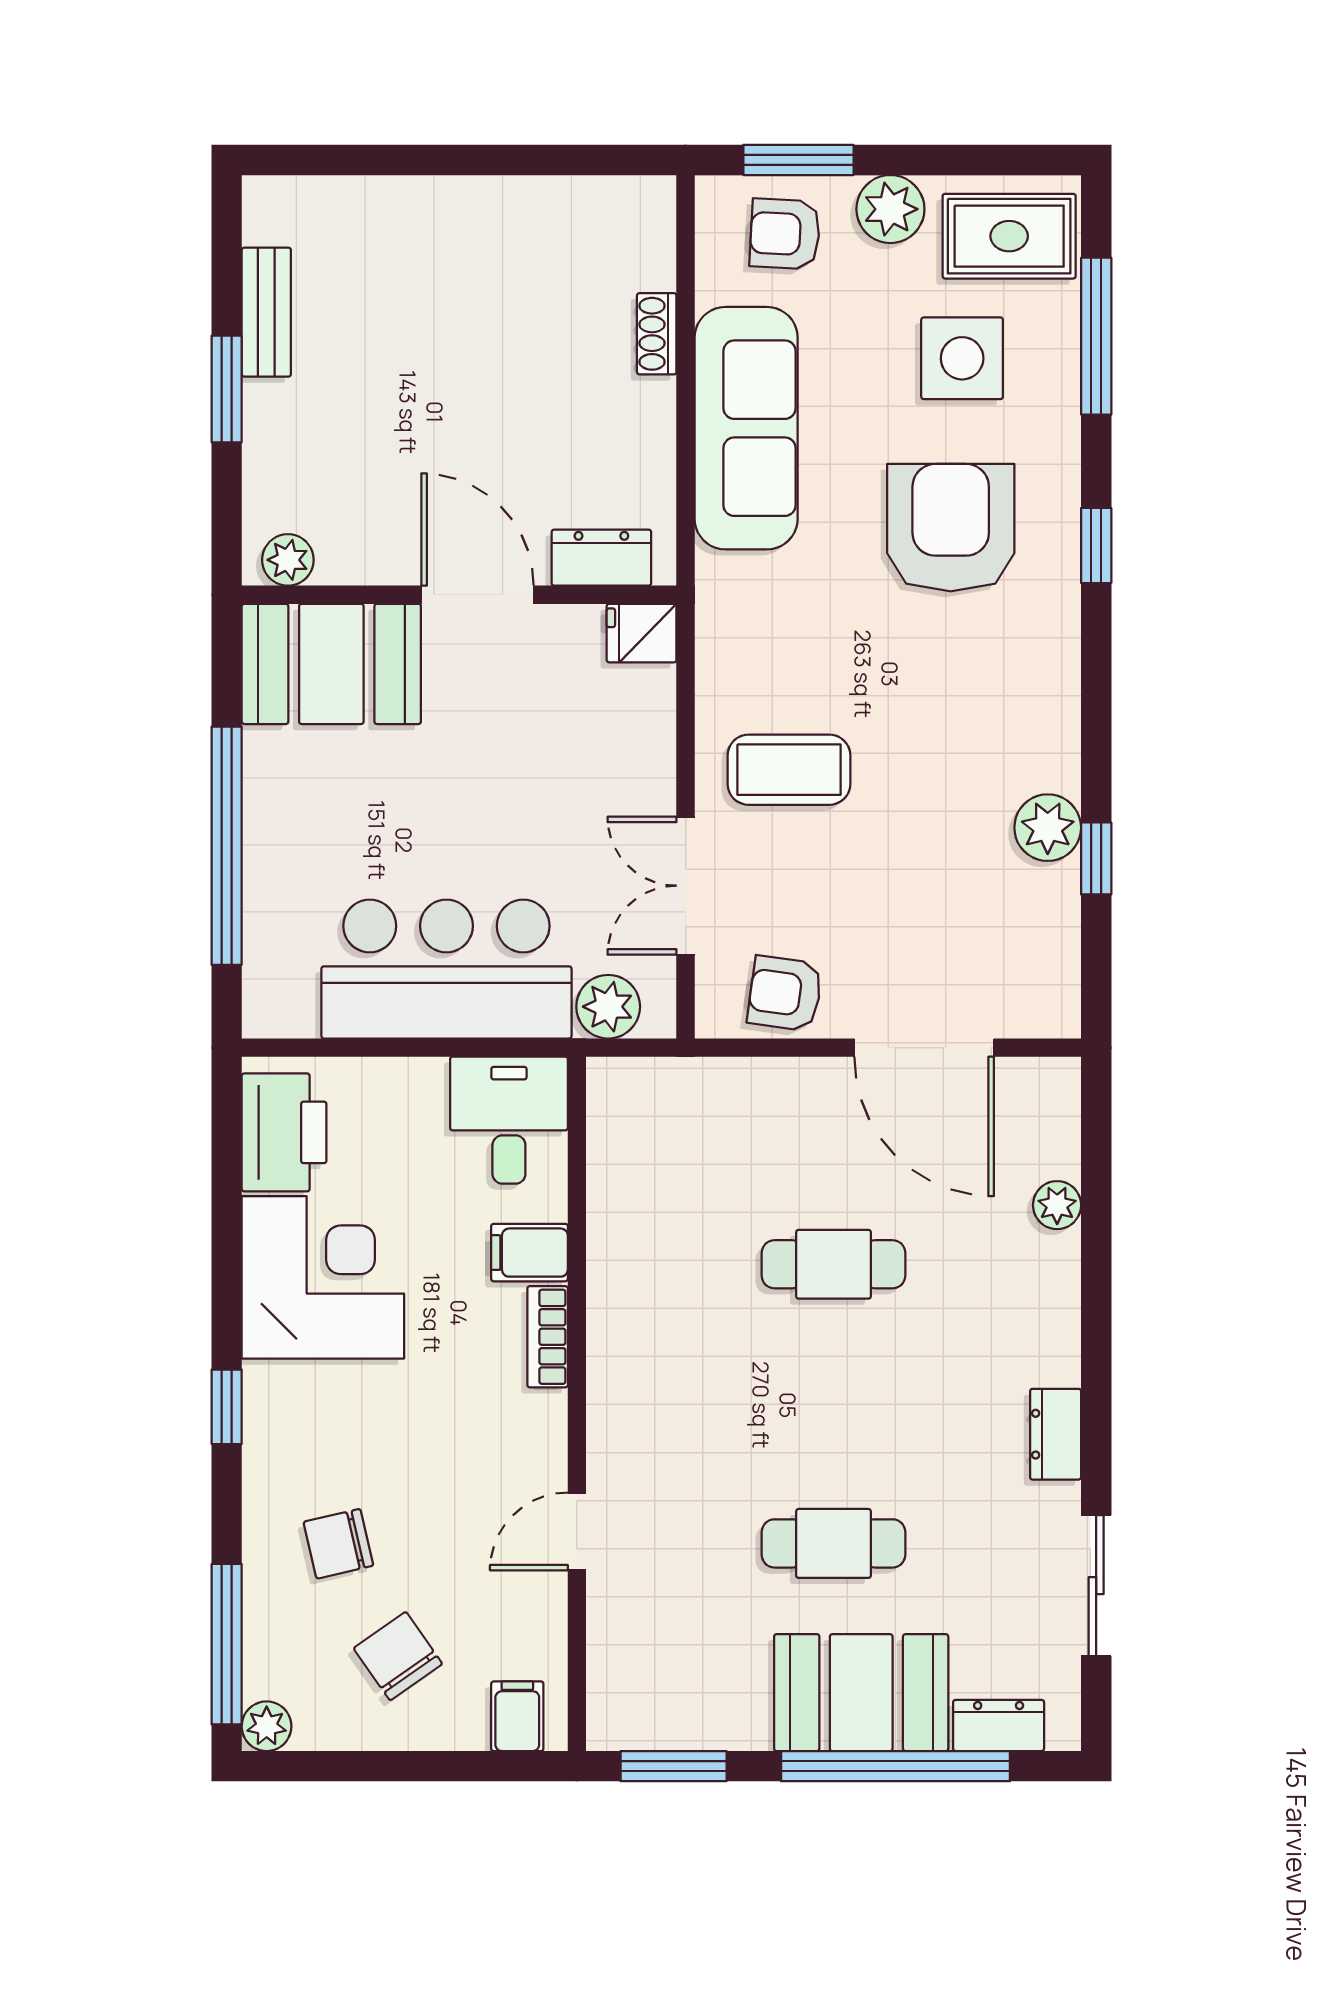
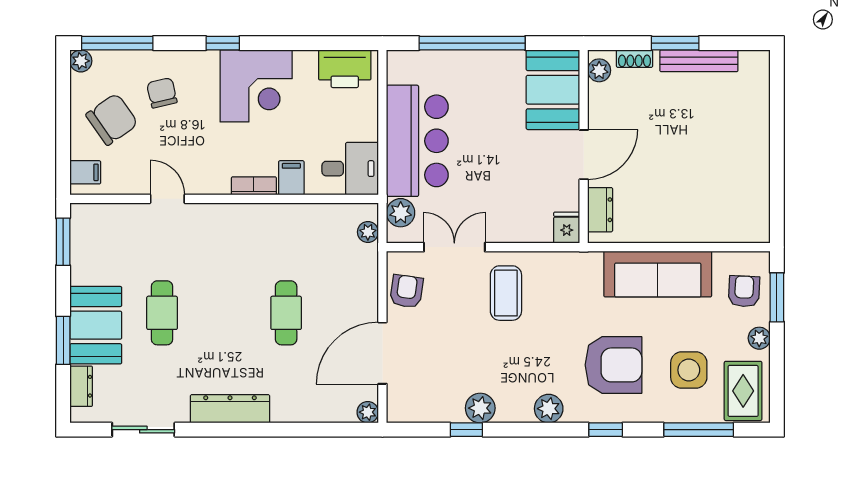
plant: (890, 209) -> (759, 338), width x0.73, depth x0.73
bench: (266, 312) -> (699, 61), width x1.36
shoe rack: (657, 334) -> (635, 59), moved, turned 180
plant: (1049, 674) -> (549, 409), added
plant: (652, 1080) -> (368, 232), added
plant: (1057, 1205) -> (368, 412), moved
corner desk: (323, 1277) -> (256, 86), moved
dresser: (1056, 1434) -> (230, 409), width x1.96, depth x1.24
chair: (398, 1656) -> (112, 119), width x1.37, depth x1.37
window: (895, 1766) -> (63, 340), width x0.47

